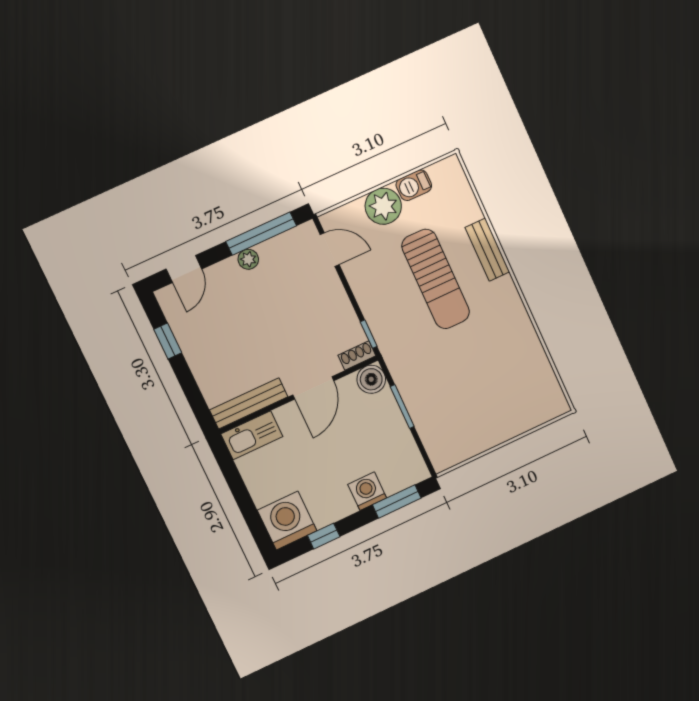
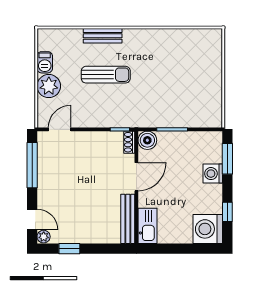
plant: (248, 259) -> (44, 237), moved
sun lounger: (436, 279) -> (106, 75), width x0.73, depth x0.75
door: (313, 388) -> (136, 177), hinge flipped

